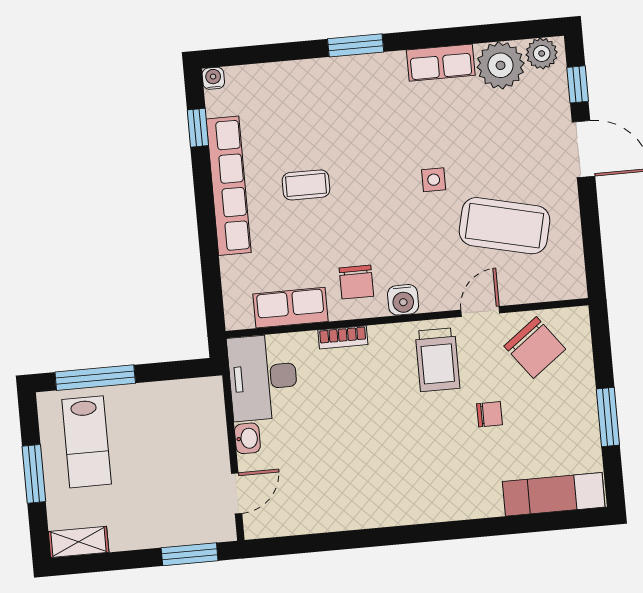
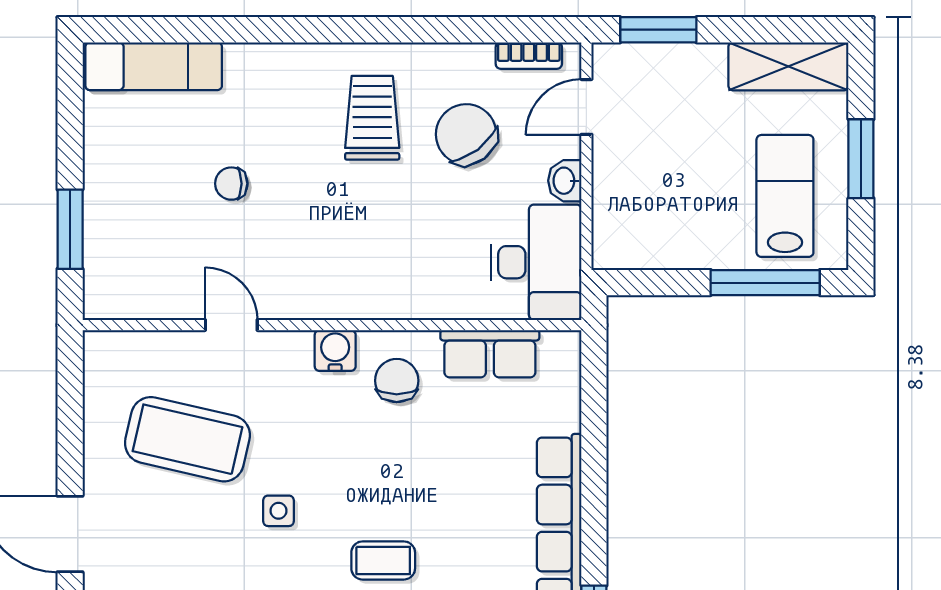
coffee table: (306, 185) -> (383, 560), moved
door: (480, 311) -> (231, 325), swing flipped
bookcase: (343, 337) -> (529, 56), moved, turned 180
chair: (535, 348) -> (466, 134), moved
trolley: (437, 360) -> (372, 118), moved
window: (608, 417) -> (70, 229), moved
shelving: (79, 542) -> (788, 66), width x1.50, depth x1.33

